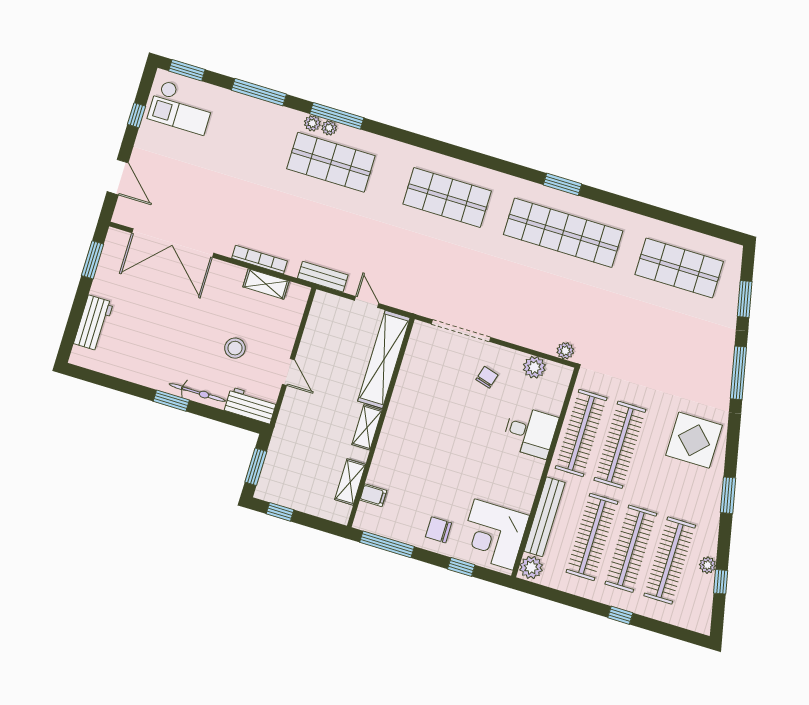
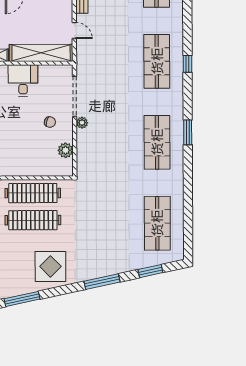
window: (464, 155) -> (187, 64), added
shop shelf: (563, 233) -> (157, 142), width x0.71
door: (367, 302) -> (74, 31), hinge flipped
plant: (565, 351) -> (82, 123), moved
desk: (530, 432) -> (23, 81), moved, turned 180
window: (728, 495) -> (22, 299), width x1.44

